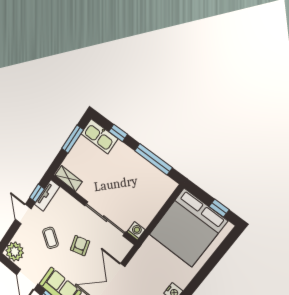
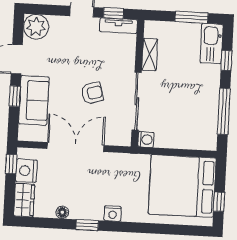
shelving: (69, 178) -> (150, 55), moved
coffee table: (50, 238) -> (78, 57), removed

